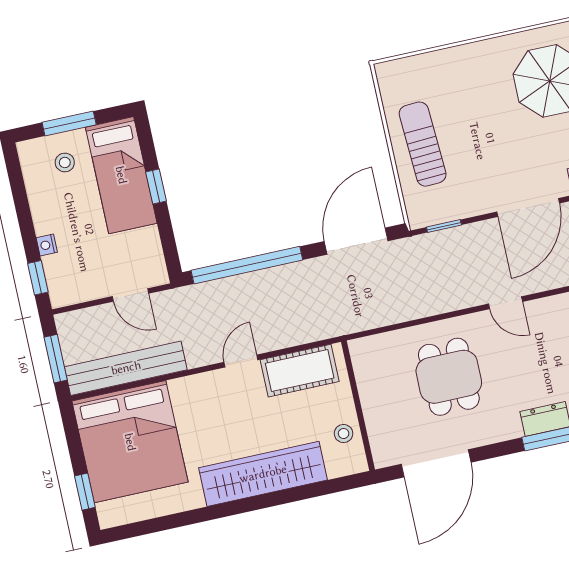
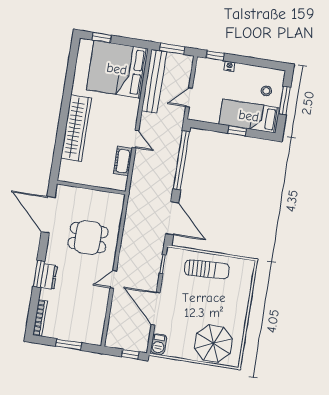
cot: (300, 371) -> (123, 161), width x0.73, depth x0.75
stool: (344, 434) -> (80, 175), removed

